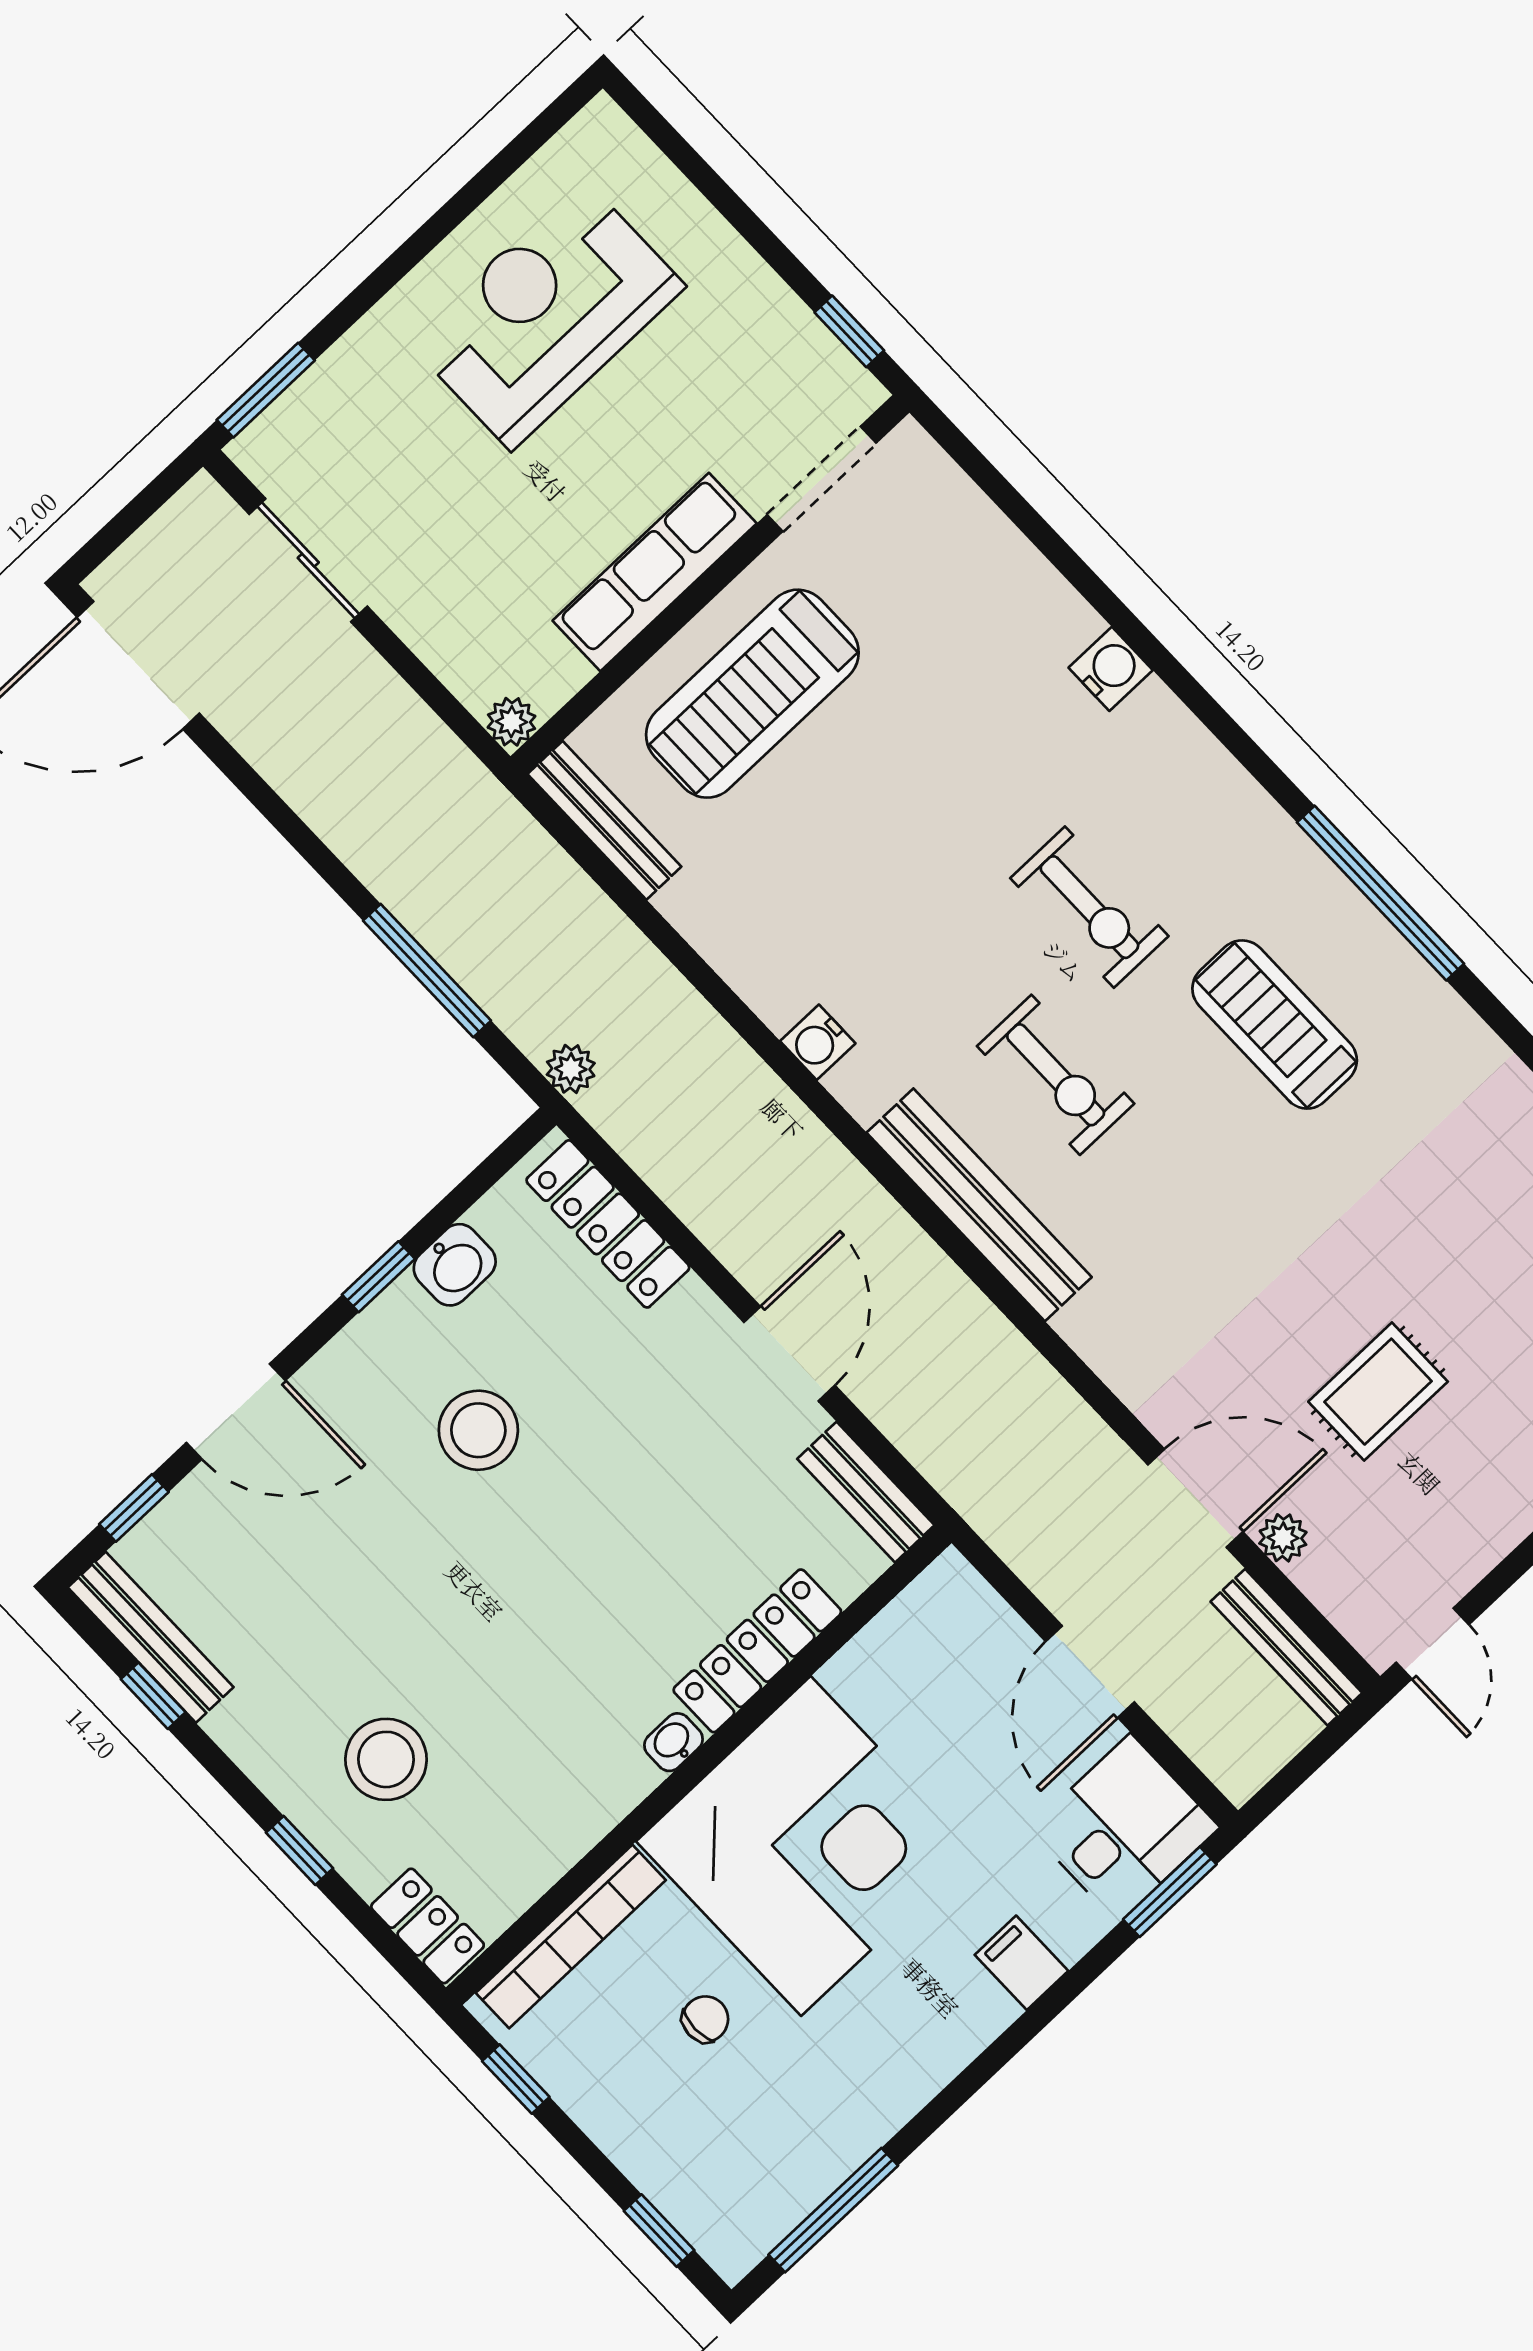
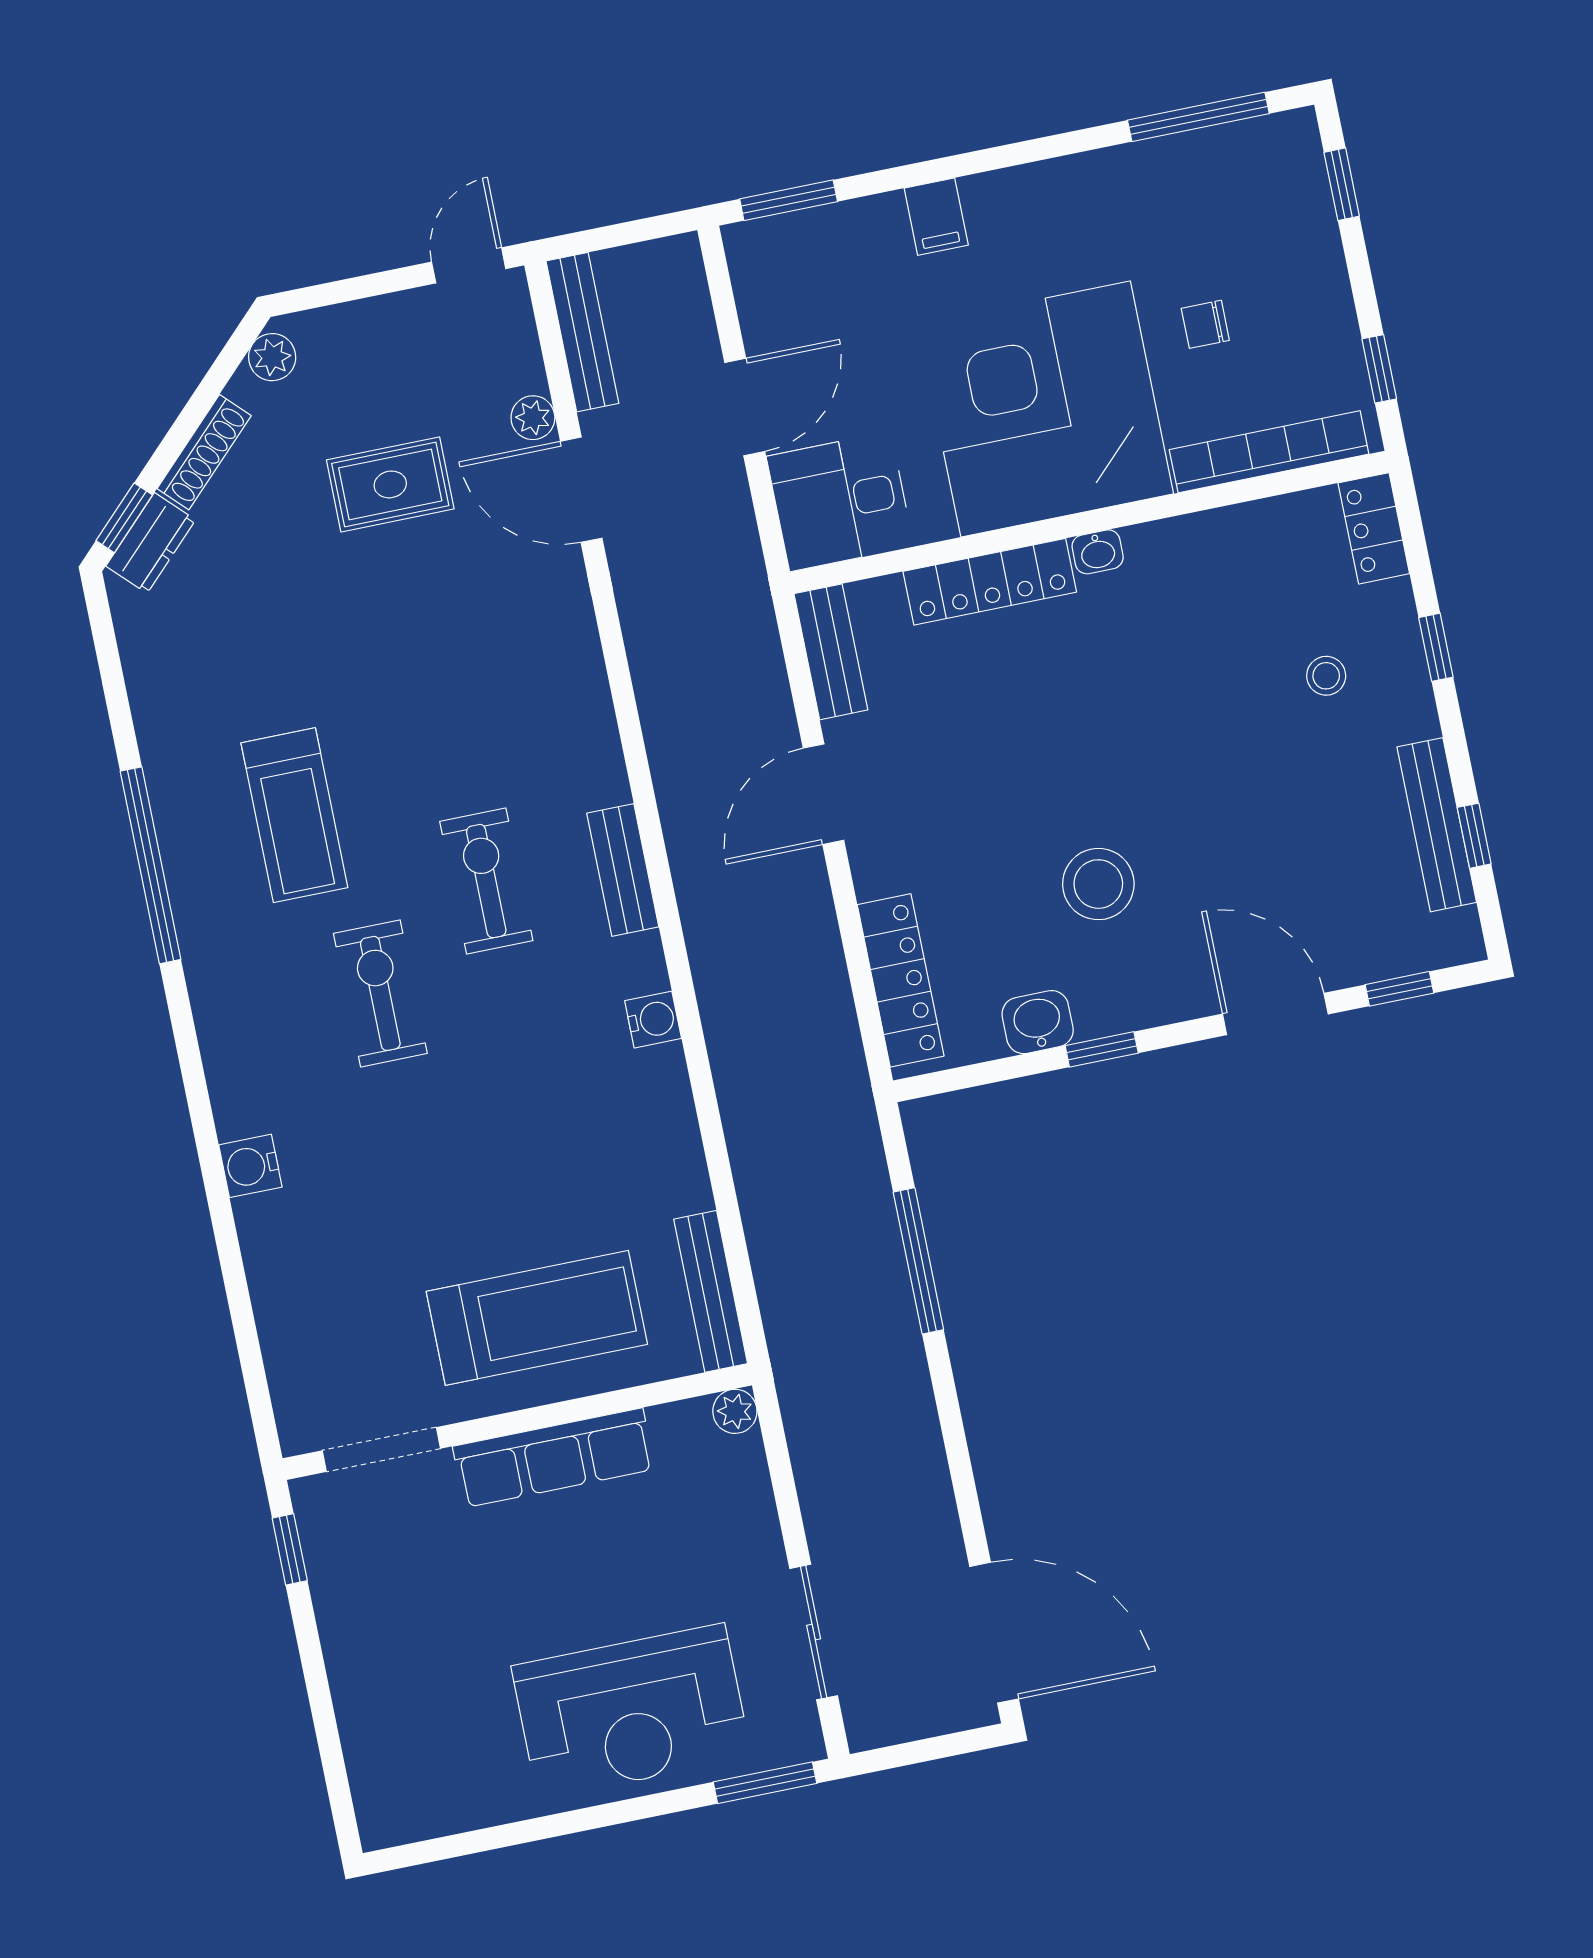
reception desk: (547, 314) -> (631, 1712), moved
plant: (571, 1069) -> (855, 1117), removed
bench: (979, 1205) -> (623, 870), width x0.54, depth x0.82
bench: (151, 1637) -> (1437, 825), moved
stool: (386, 1759) -> (1326, 676), width x0.53, depth x0.53
desk: (1124, 1828) -> (840, 501), moved

